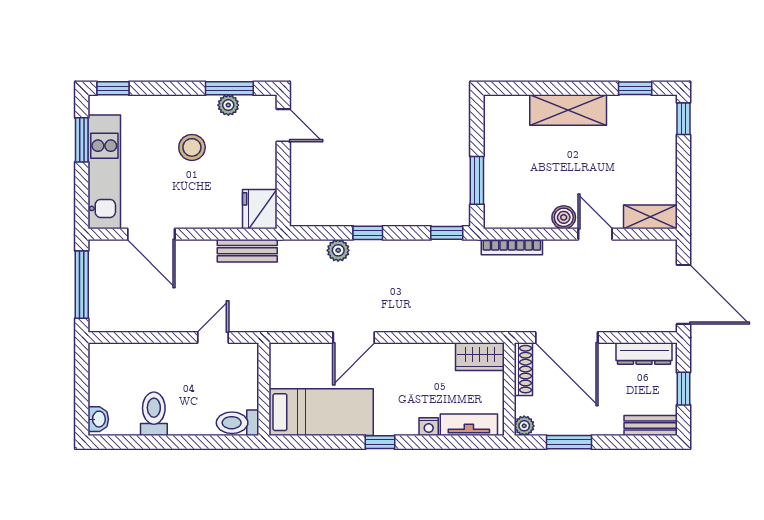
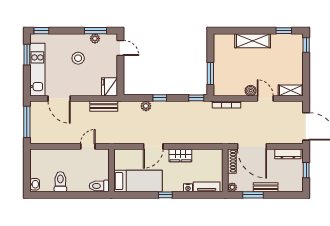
wardrobe: (480, 357) -> (180, 155), moved
bench: (651, 425) -> (266, 187), moved

